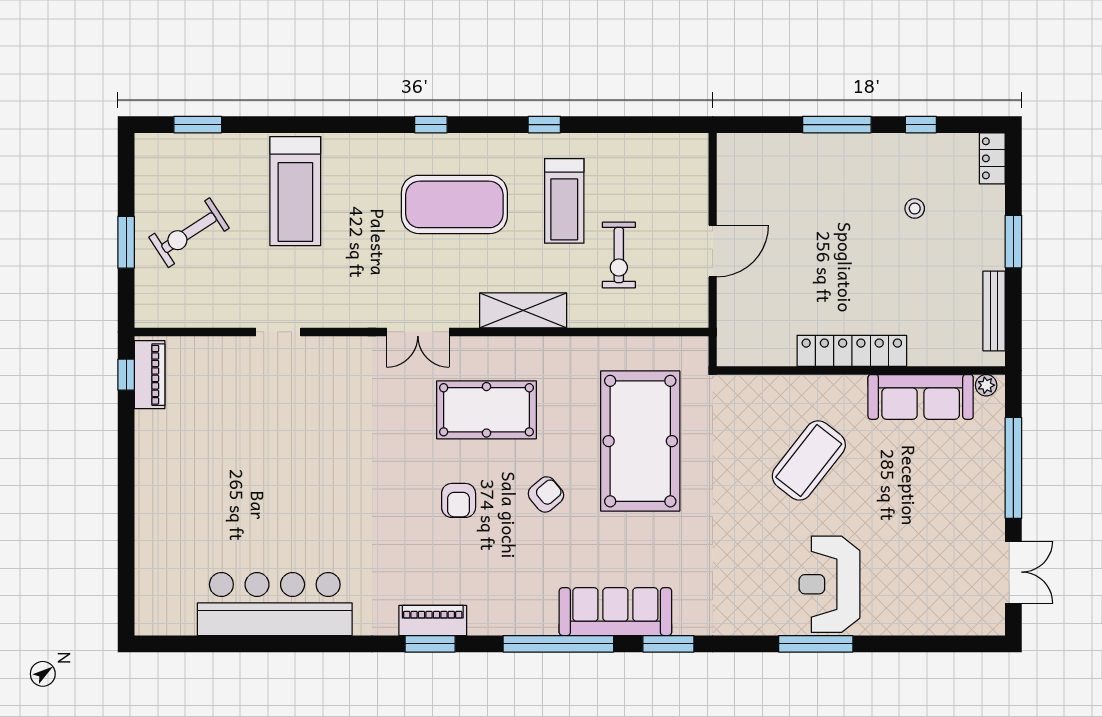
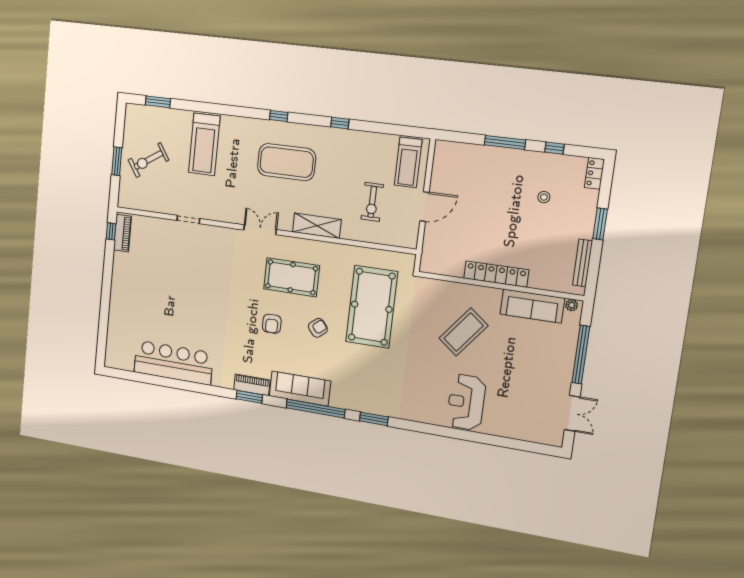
treadmill: (564, 201) -> (408, 162), moved
double door: (418, 332) -> (260, 230), swing flipped
sofa: (615, 612) -> (300, 389), moved
window: (816, 644) -> (454, 433), removed

